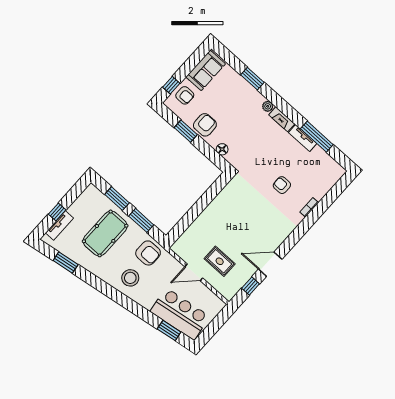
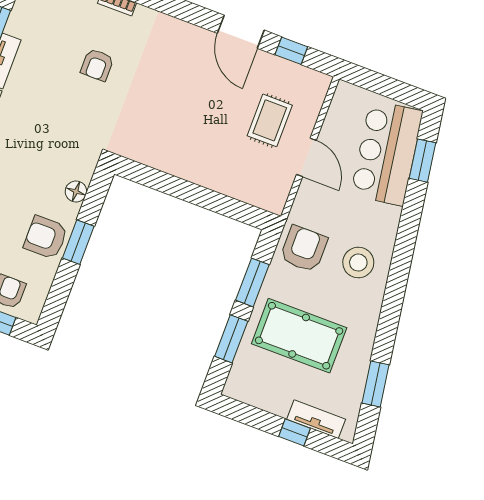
window: (186, 131) -> (78, 242), moved

